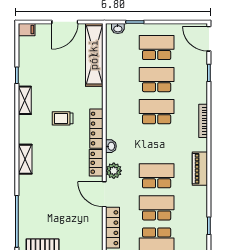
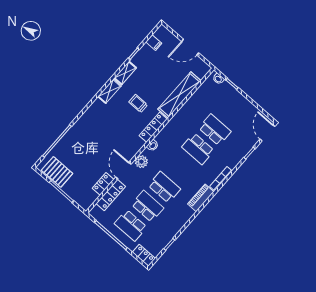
filing cabinet: (27, 30) -> (154, 43), moved
school desk: (157, 48) -> (232, 111), removed
shelving: (94, 55) -> (179, 95), moved
school desk: (157, 112) -> (198, 149), turned 180
shelving: (25, 159) -> (109, 91), moved
locker: (96, 163) -> (103, 184), moved
piano: (200, 169) -> (201, 198), moved

